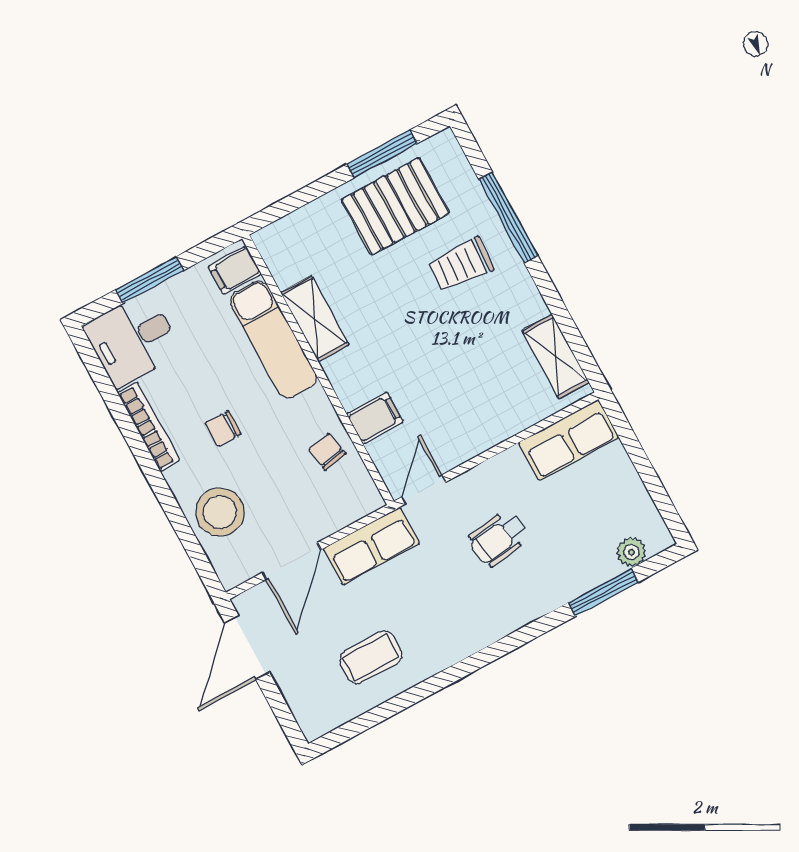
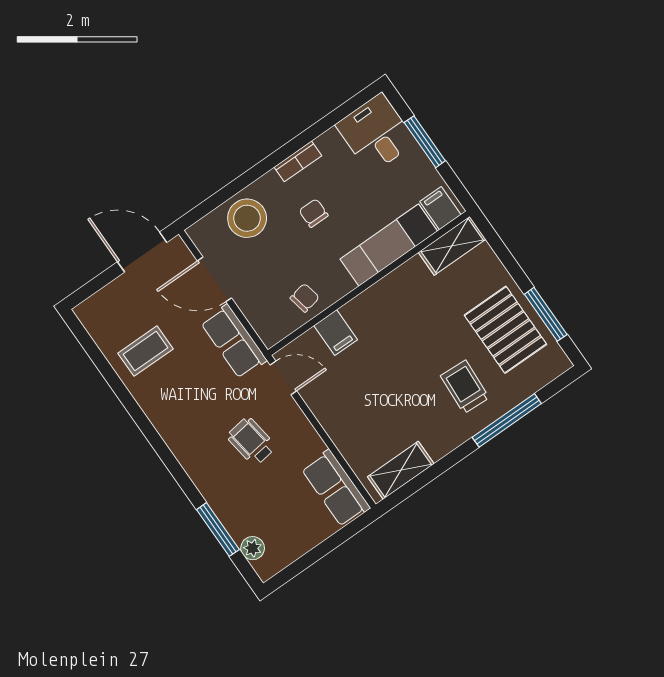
shelving: (315, 319) -> (452, 246), moved
bookcase: (149, 427) -> (298, 161), width x0.64
coffee table: (371, 657) -> (145, 351), turned 90

